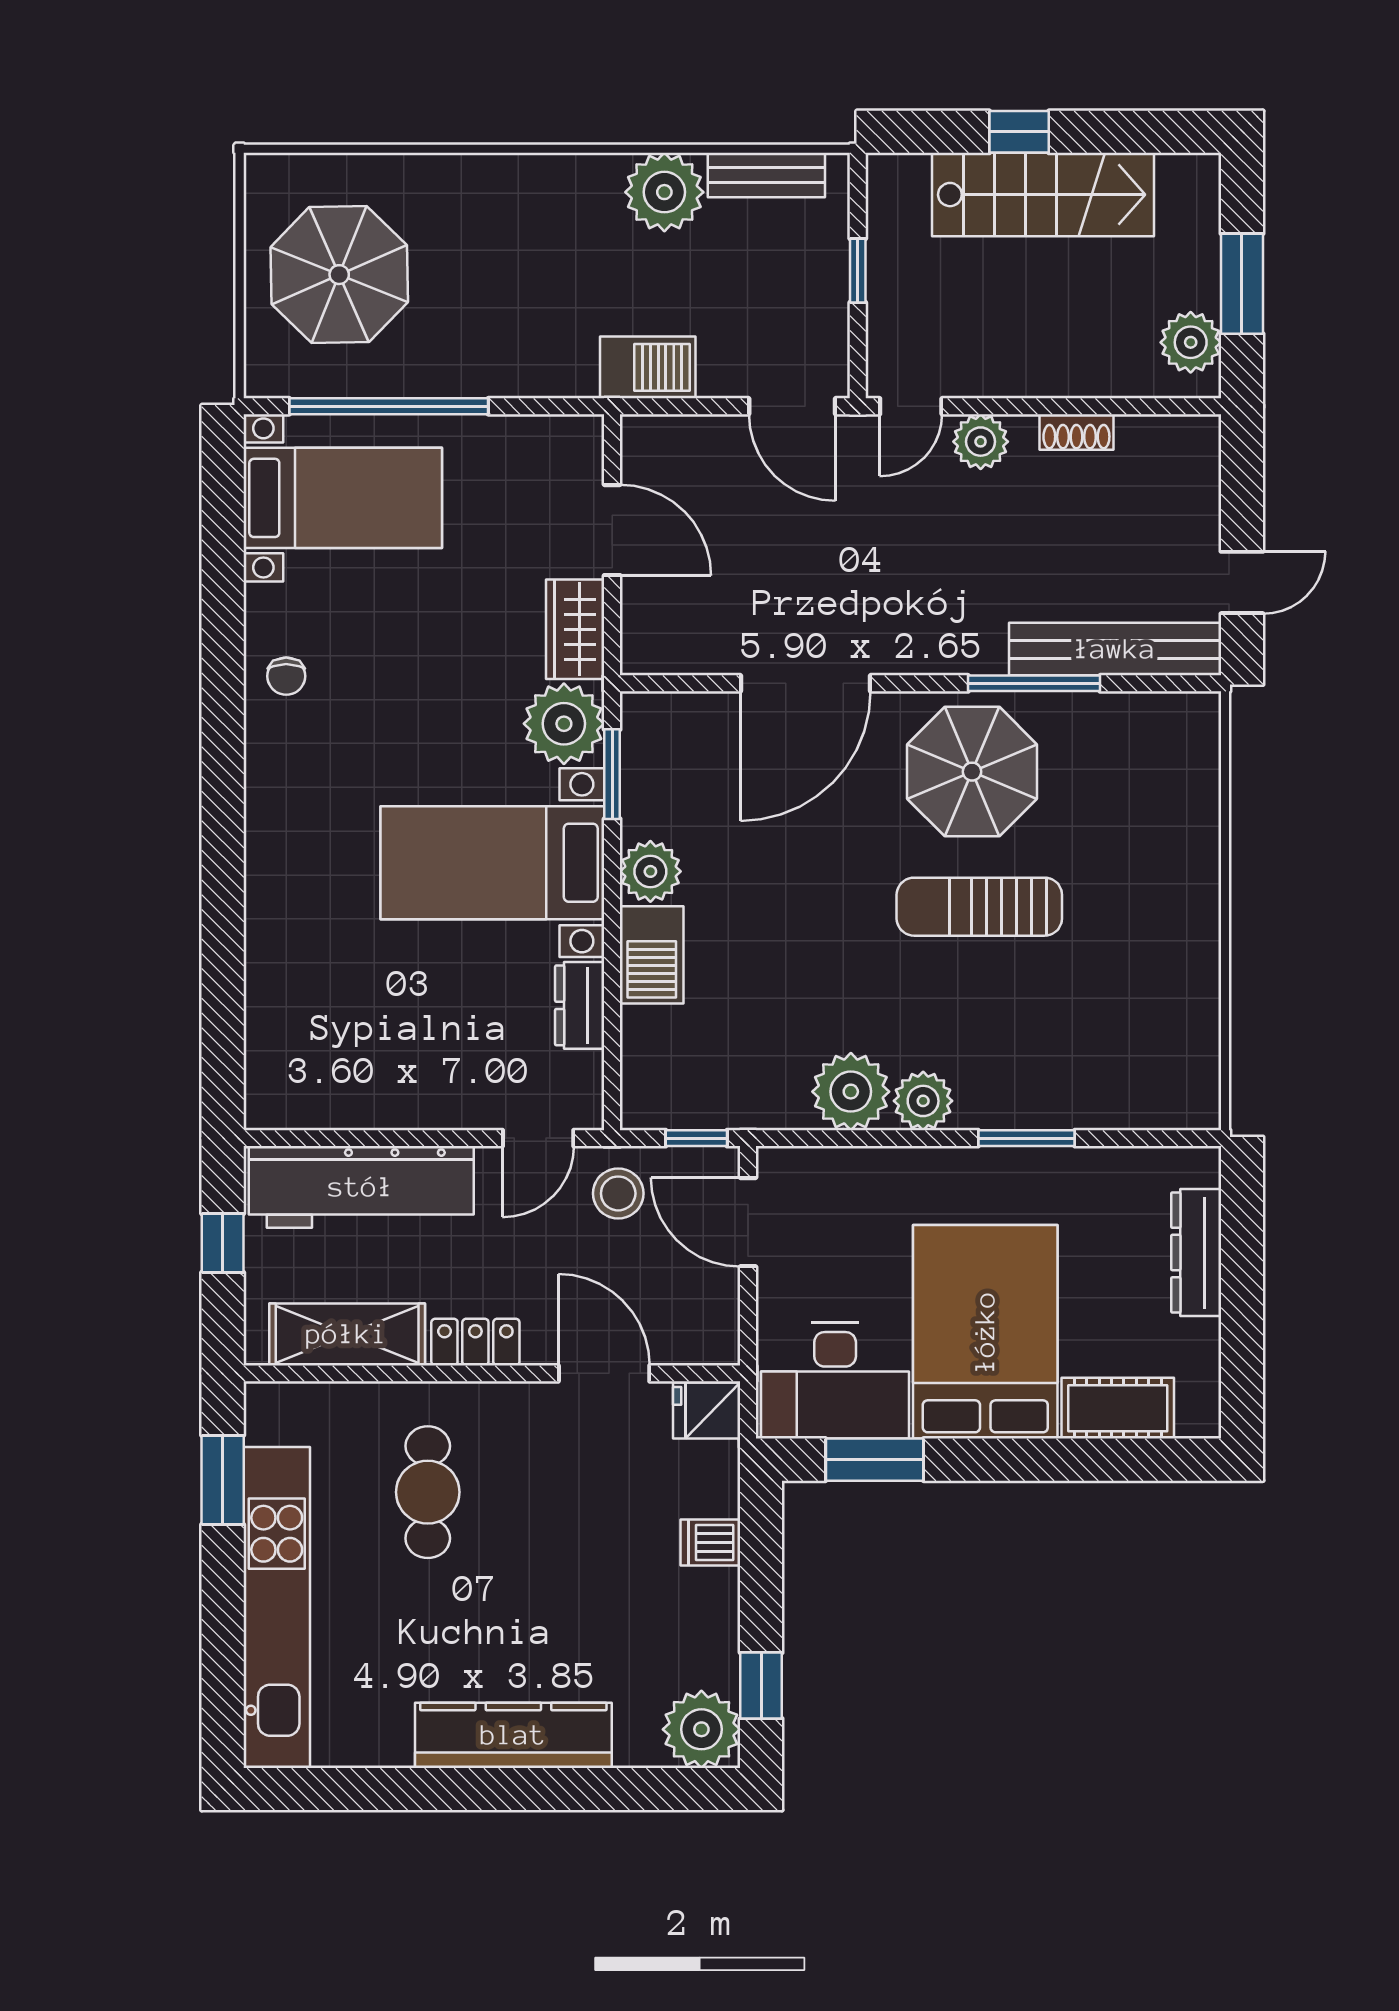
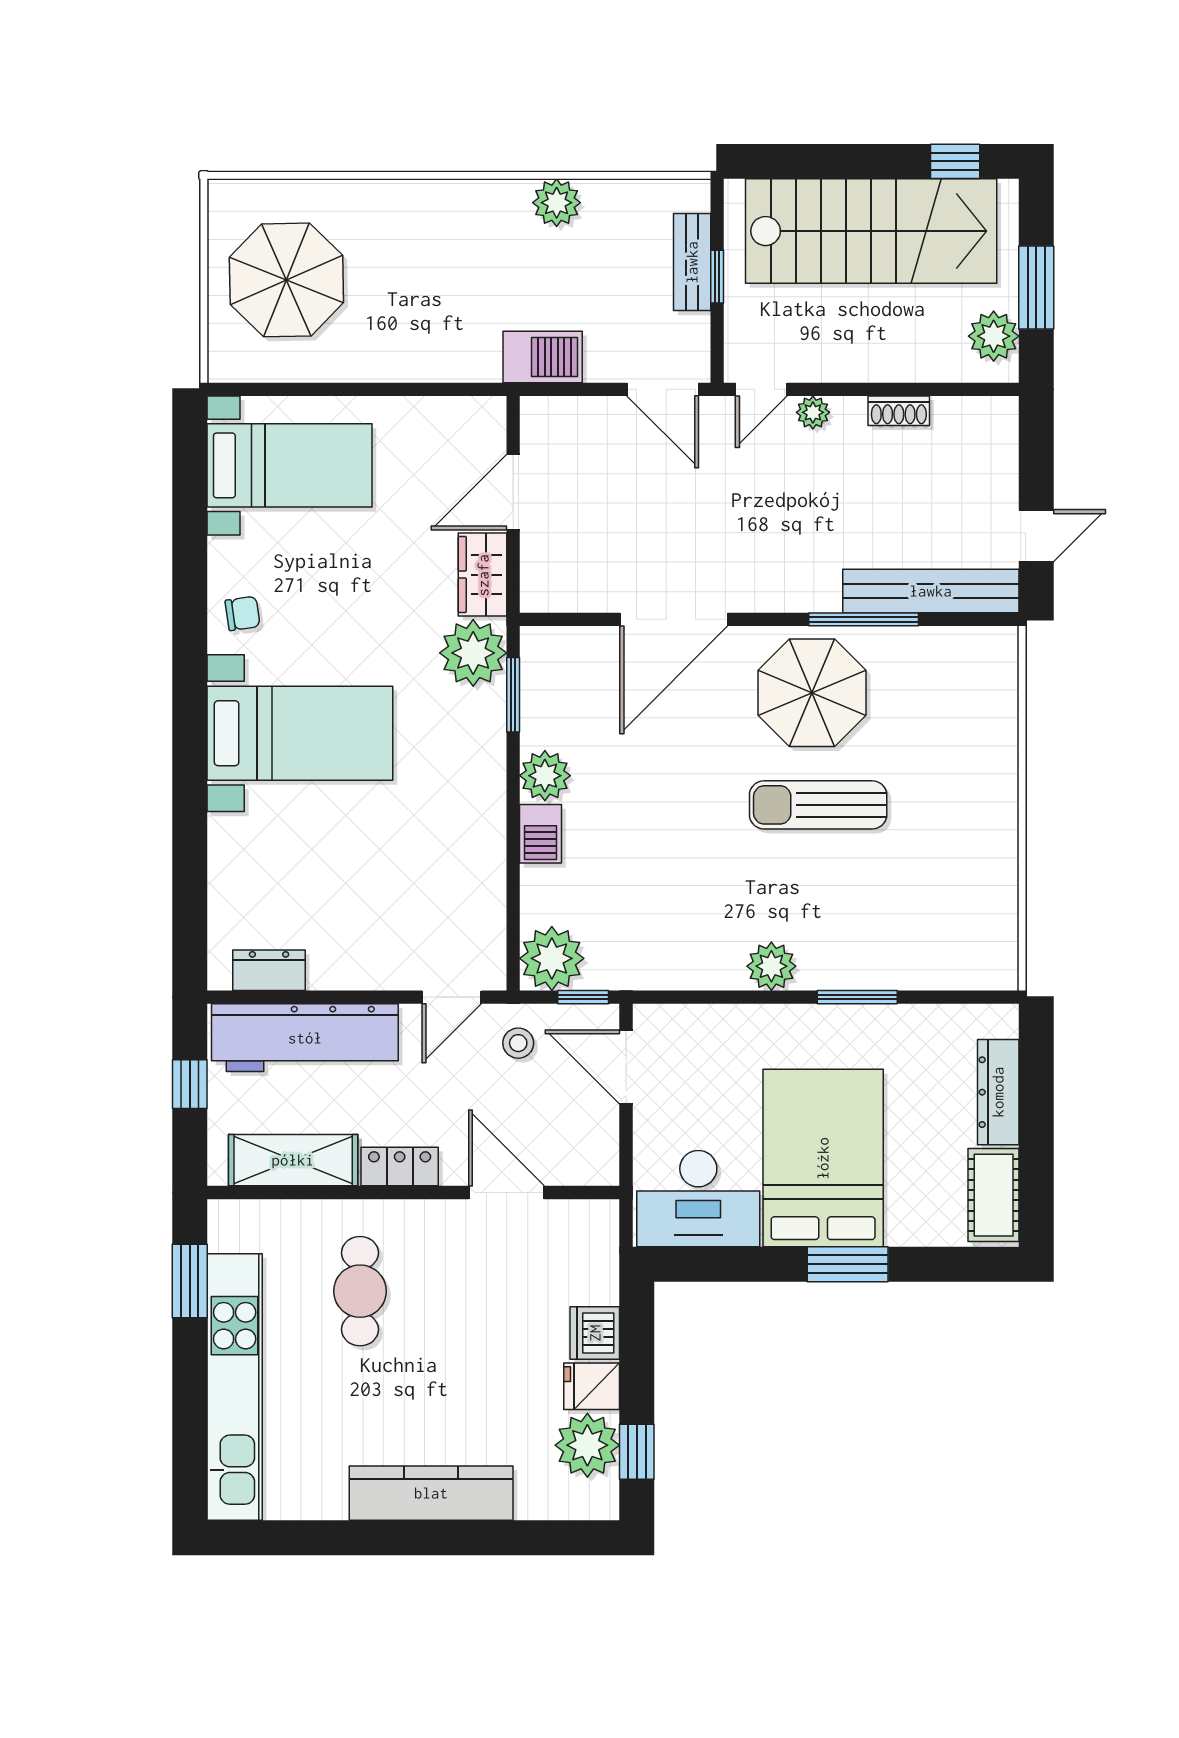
window: (1019, 132) -> (955, 161), moved
bench: (766, 175) -> (692, 262), moved, turned 90
plant: (664, 192) -> (557, 203), width x0.73, depth x0.73
stairs: (1043, 195) -> (871, 231), width x1.36, depth x1.51
window: (389, 406) -> (328, 389), removed
plant: (981, 442) -> (813, 412), width x0.73, depth x0.73
door: (612, 530) -> (513, 492), swing flipped
chair: (286, 676) -> (243, 613), turned -98
bed with nightstands: (492, 863) -> (300, 733), moved, turned 180
barbecue: (652, 955) -> (540, 834), width x0.73, depth x0.79
dresser: (580, 1005) -> (269, 970), moved, turned 90
plant: (851, 1092) -> (552, 958), moved
stool: (618, 1193) -> (518, 1043), width x0.73, depth x0.73
cot: (1118, 1408) -> (994, 1195), moved, turned 90
fridge: (707, 1411) -> (592, 1386), moved
window: (875, 1460) -> (848, 1264), moved
dishwasher: (710, 1542) -> (595, 1333), width x1.38
plant: (701, 1729) -> (587, 1445), moved

